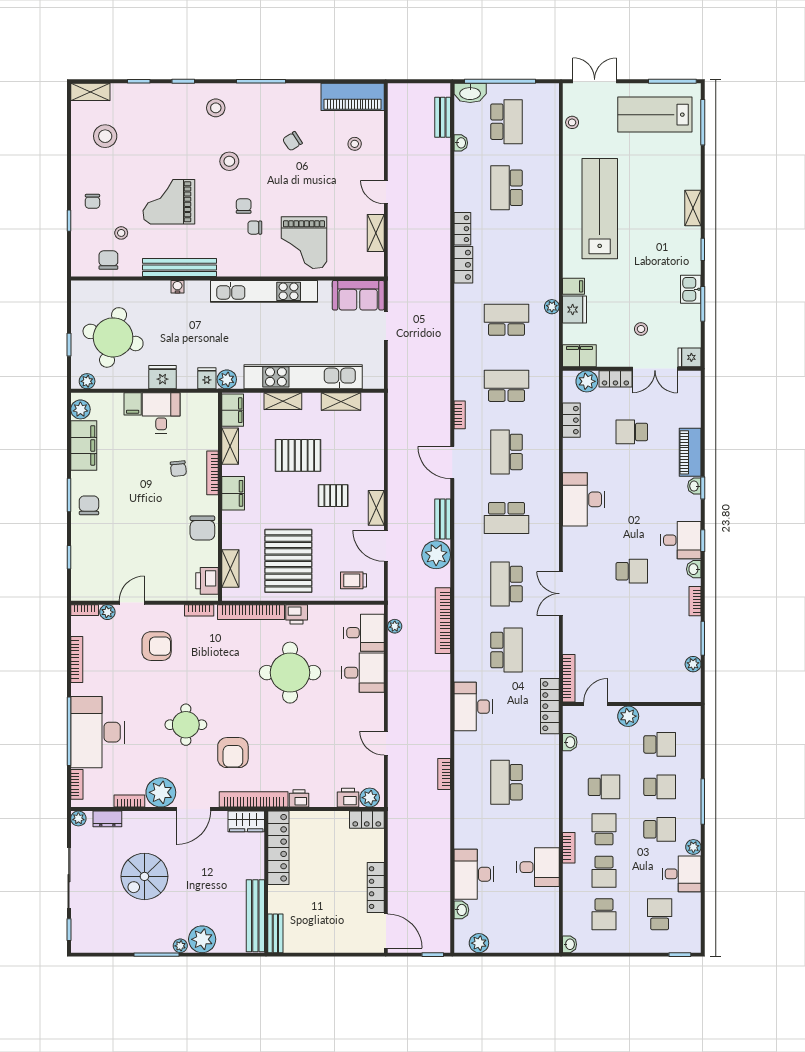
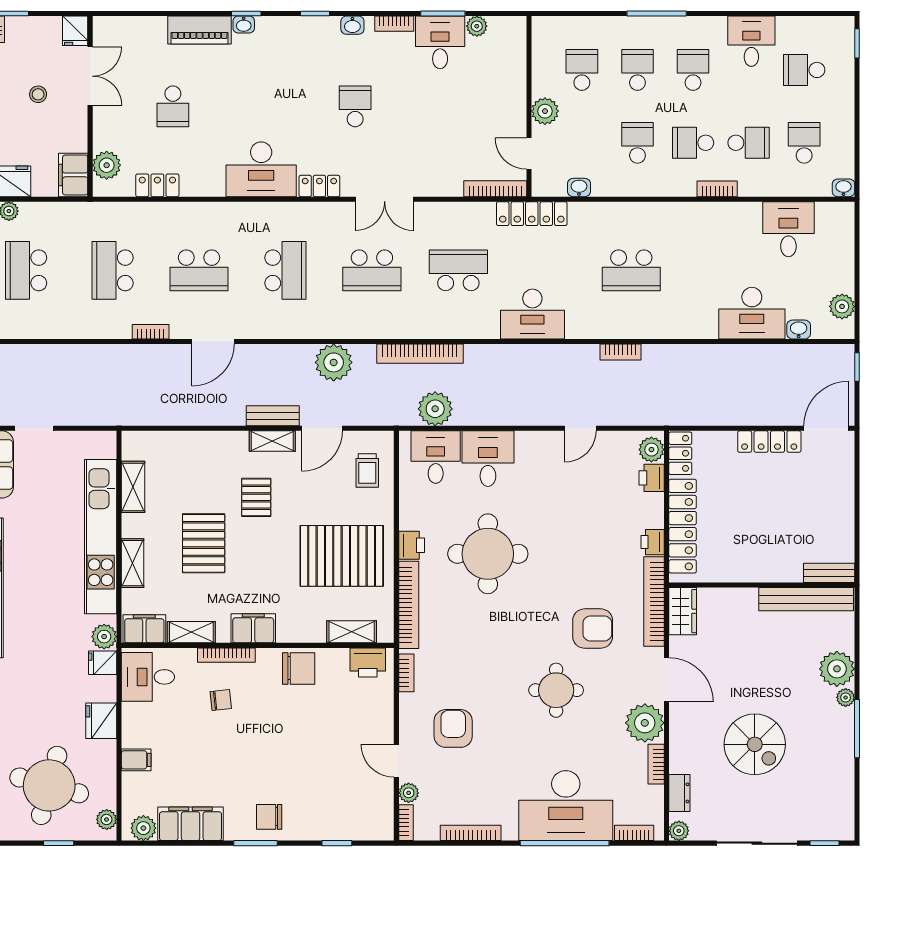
locker: (615, 379) -> (319, 186), moved, turned -90
desk: (161, 413) -> (148, 677), moved
bench: (443, 519) -> (273, 416), moved
desk: (681, 540) -> (440, 42), moved
plant: (395, 626) -> (435, 409), width x1.87, depth x1.87
plant: (693, 847) -> (716, 26), removed
locker: (278, 848) -> (683, 526), moved, turned 90
desk: (538, 867) -> (788, 229), moved
school desk: (604, 914) -> (804, 143), turned -90

